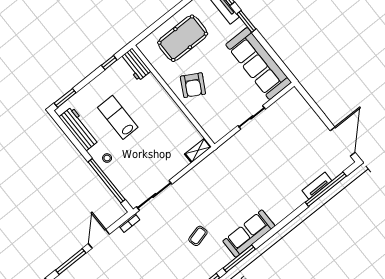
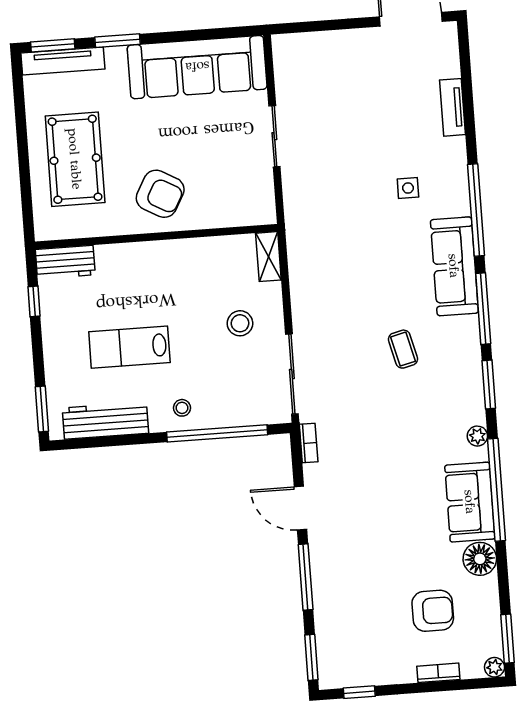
stool: (161, 158) -> (240, 323), added
window: (326, 189) -> (476, 210), moved
side table: (269, 190) -> (408, 188), added

